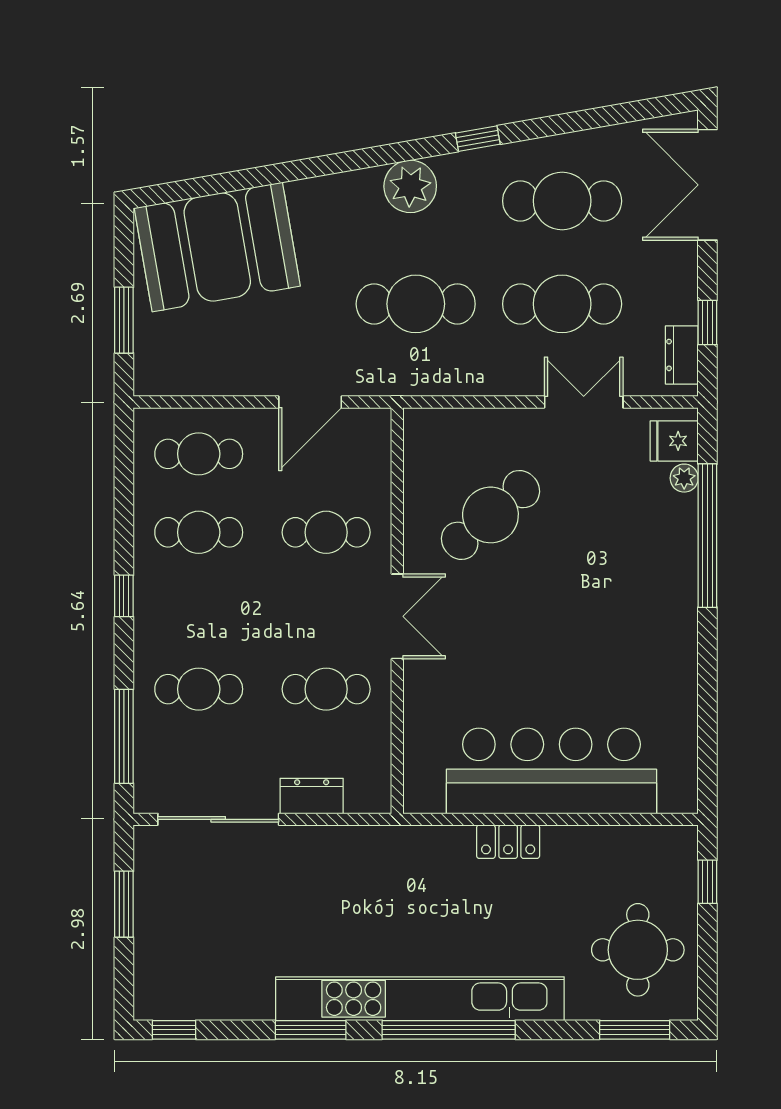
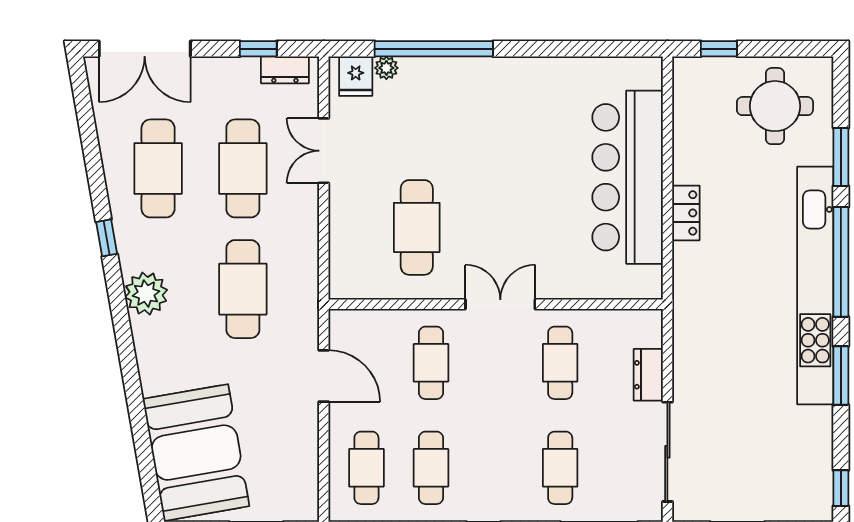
cafe table: (490, 515) -> (417, 227), turned 40
window: (635, 1030) -> (841, 157), moved

